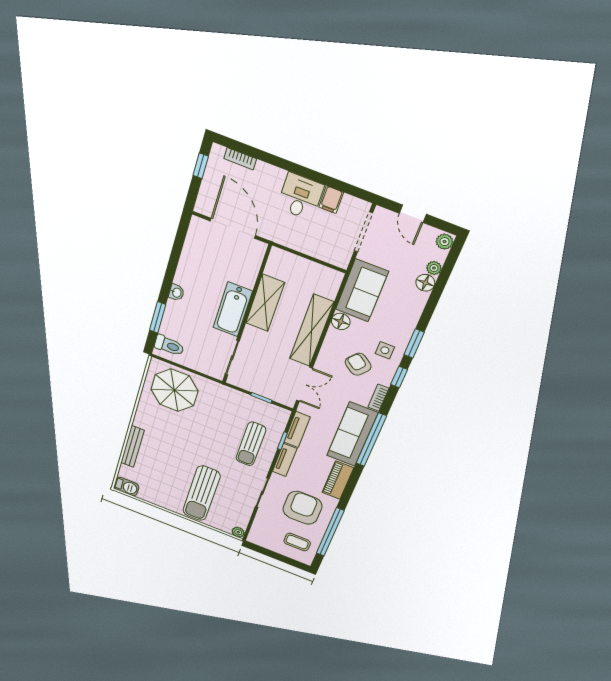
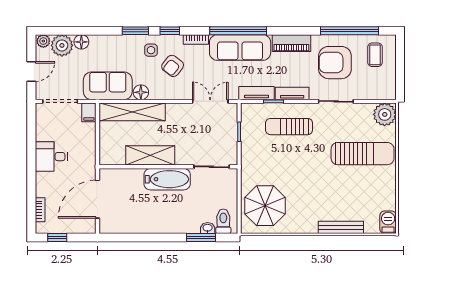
filing cabinet: (331, 200) -> (89, 112), moved, turned 90
plant: (434, 268) -> (62, 45), width x1.88, depth x1.88
washbasin: (176, 293) -> (208, 228), moved
shelving: (311, 331) -> (132, 112), moved
sun lounger: (251, 444) -> (289, 127), turned 180
plant: (238, 532) -> (385, 114), width x1.88, depth x1.88

